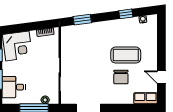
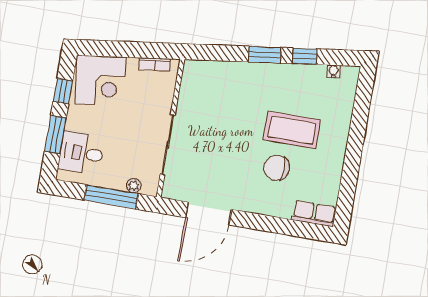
window: (82, 20) -> (265, 55), moved
chair: (121, 77) -> (277, 168), turned 90
door: (161, 77) -> (349, 181), removed

